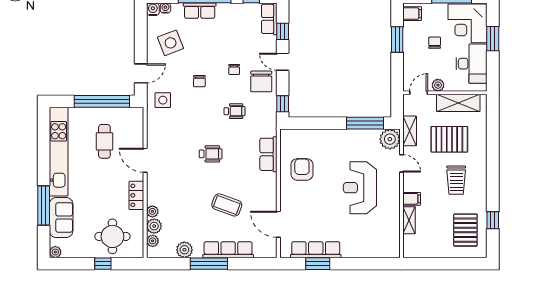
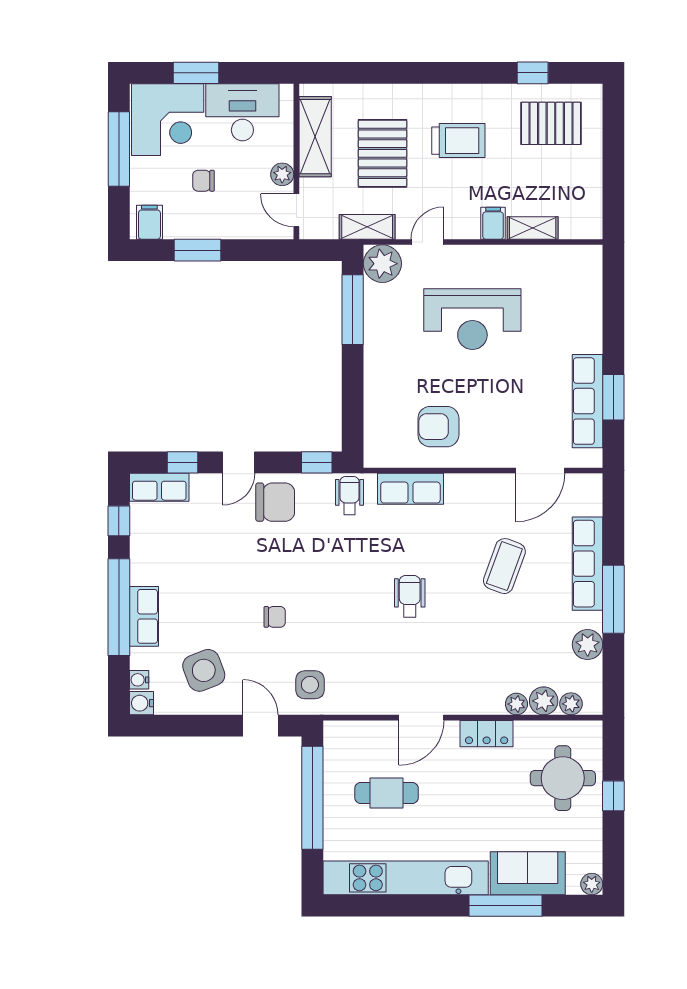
chair: (234, 69) -> (253, 552), removed
wheelchair: (234, 111) -> (349, 495), moved

